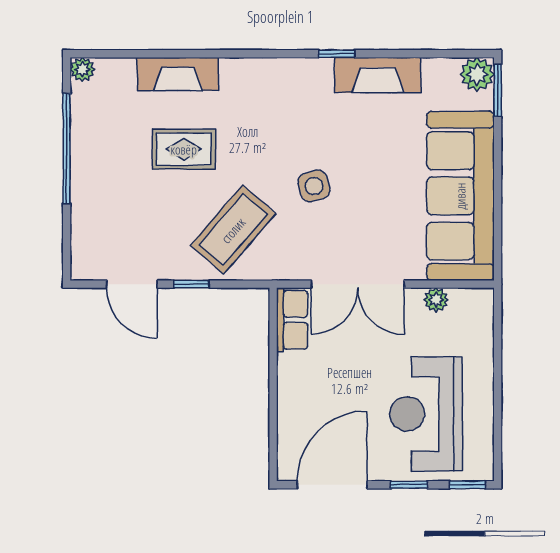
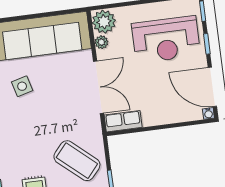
side table: (314, 186) -> (22, 86), moved
plant: (471, 309) -> (104, 22), added
water cooler: (286, 472) -> (208, 113), added

